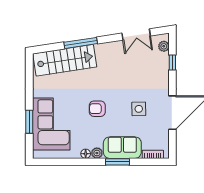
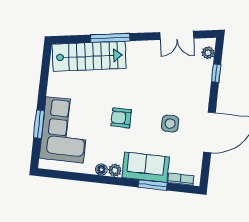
window: (118, 162) -> (153, 185), moved

